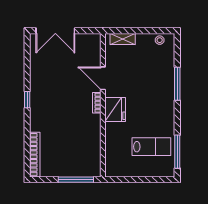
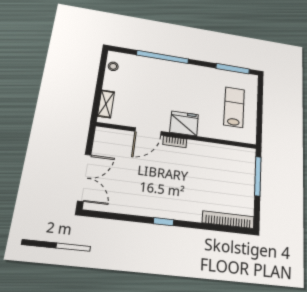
window: (177, 84) -> (163, 57), width x1.46
lab bench: (151, 147) -> (234, 107), moved

